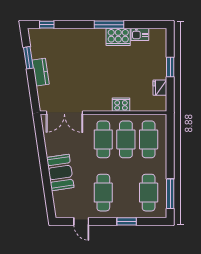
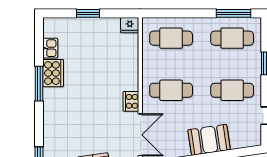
fridge: (160, 88) -> (130, 25), moved
cooker: (121, 105) -> (131, 101), moved
cafe table: (126, 139) -> (171, 64), removed

